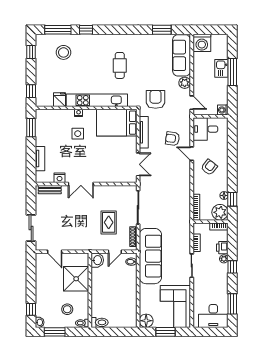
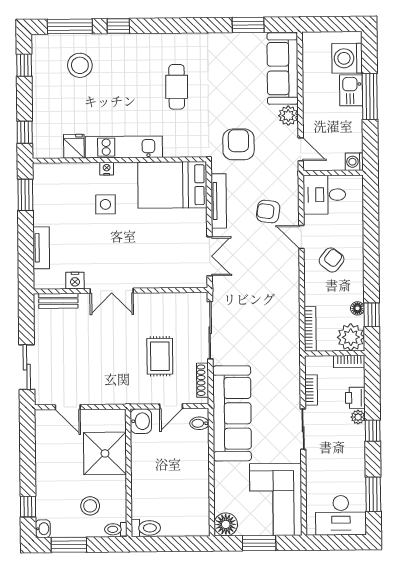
washing machine: (202, 43) -> (347, 58), moved, turned 90
kitchen unit: (97, 100) -> (124, 147), width x0.73

